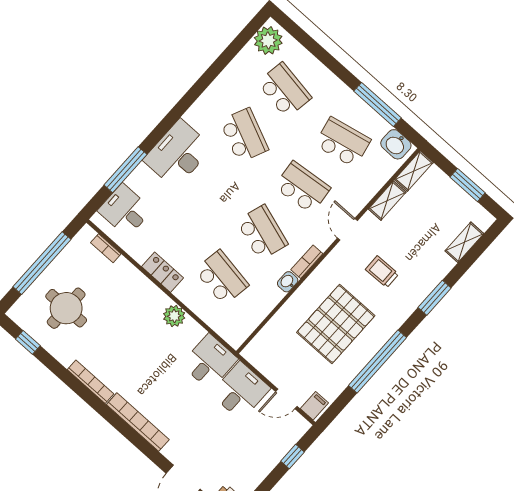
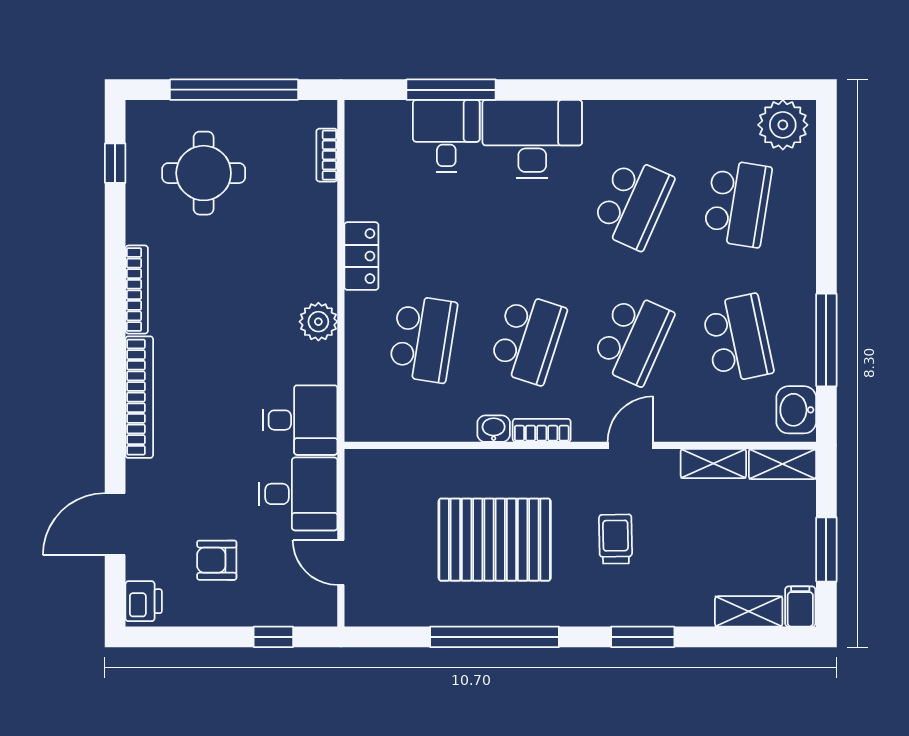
school desk: (302, 187) -> (633, 339), turned 30
desk: (125, 210) -> (446, 136), moved
filing cabinet: (314, 406) -> (800, 607), moved, turned -90
armchair: (238, 451) -> (217, 560), added

